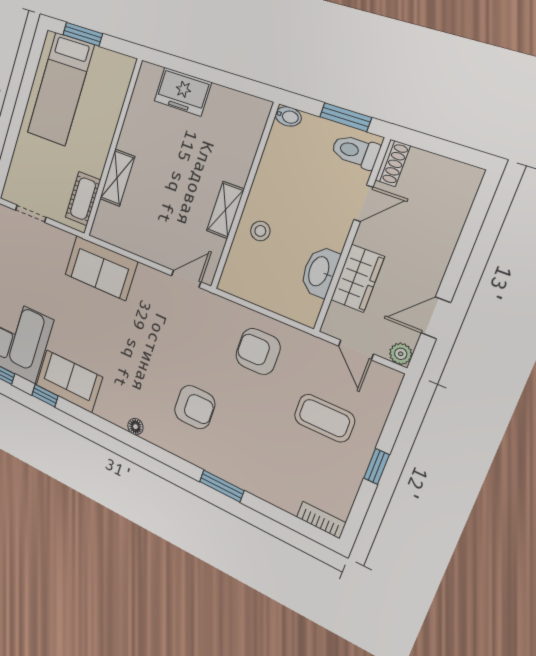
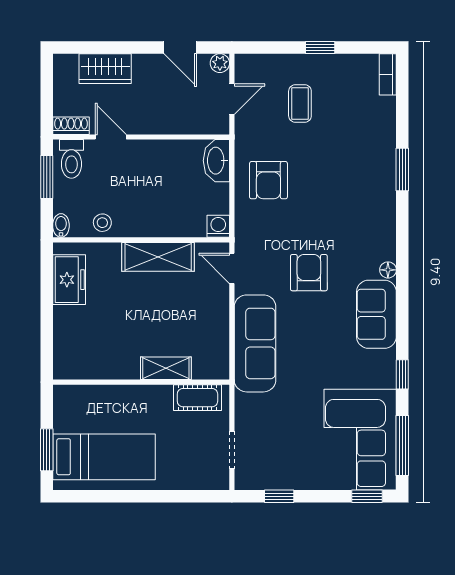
freezer: (183, 92) -> (69, 280), moved
shelving: (225, 210) -> (158, 257), width x1.50, depth x1.33
stool: (260, 231) -> (102, 223), moved
sofa: (101, 268) -> (255, 343), width x1.36
washbasin: (319, 272) -> (216, 161), moved, turned 90
wardrobe: (357, 278) -> (105, 69), moved, turned 180
washing machine: (231, 282) -> (218, 226), added
sofa: (69, 381) -> (376, 314), moved
armchair: (195, 407) -> (309, 273), moved
coffee table: (324, 418) -> (300, 104), width x0.73, depth x0.77

